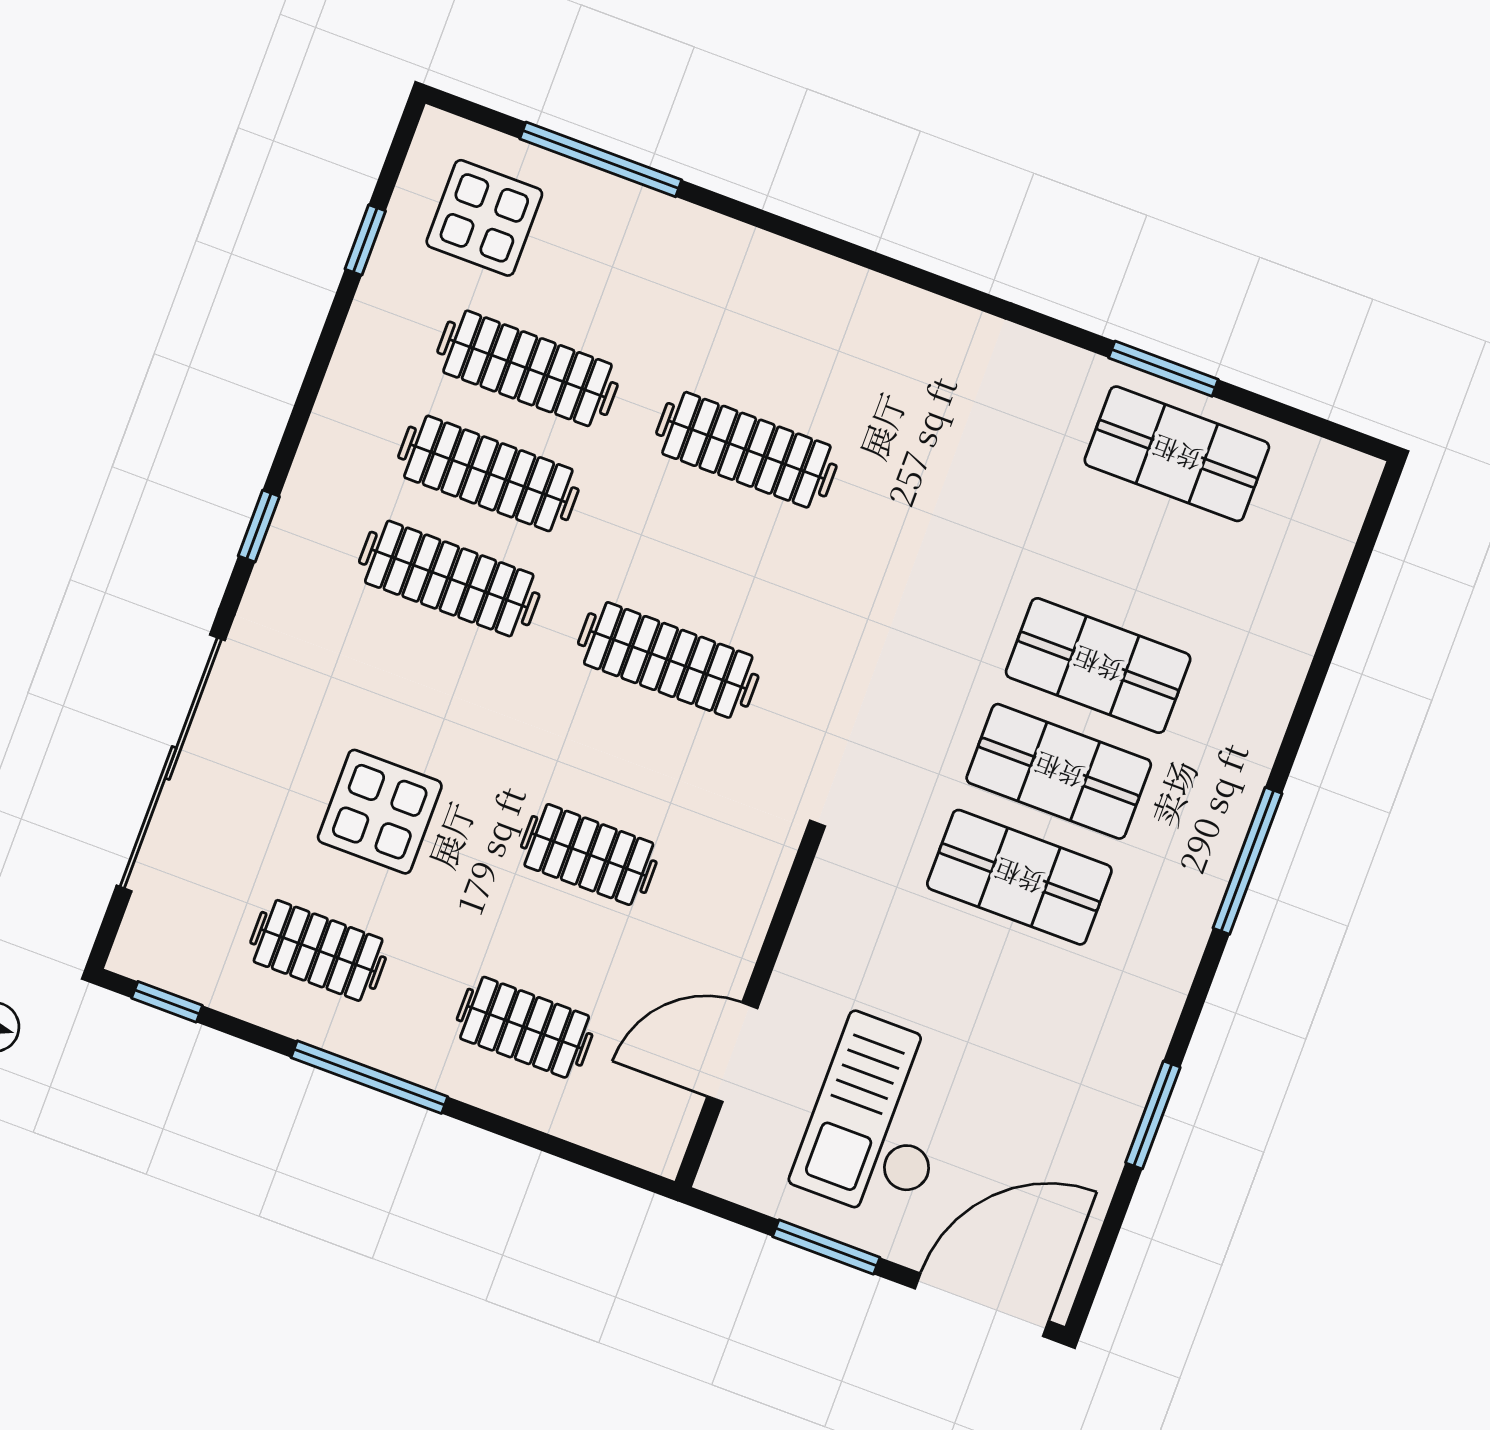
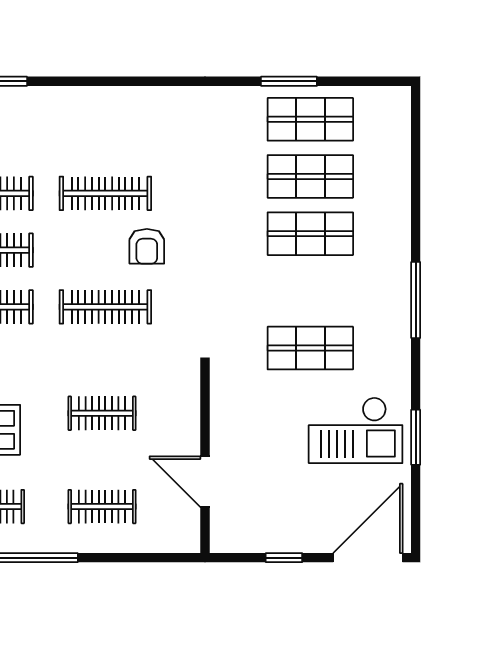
armchair: (787, 576) -> (147, 246), added
shop shelf: (1059, 771) -> (310, 176), moved
door: (732, 1052) -> (205, 482), hinge flipped
checkout: (880, 1118) -> (356, 430), moved, turned -90
window: (826, 1247) -> (284, 558), width x0.67

